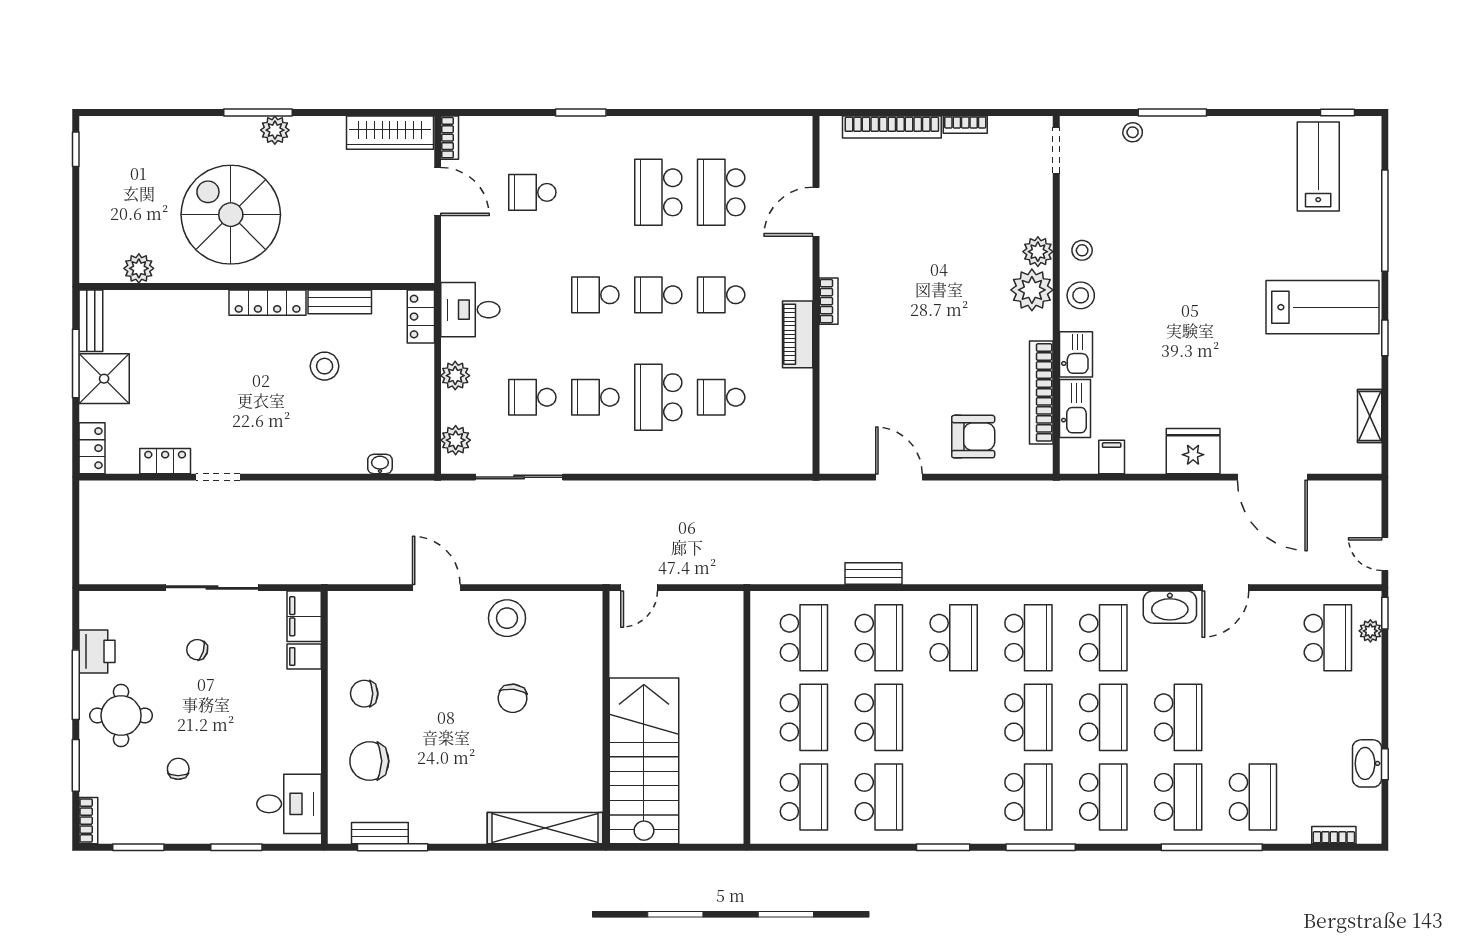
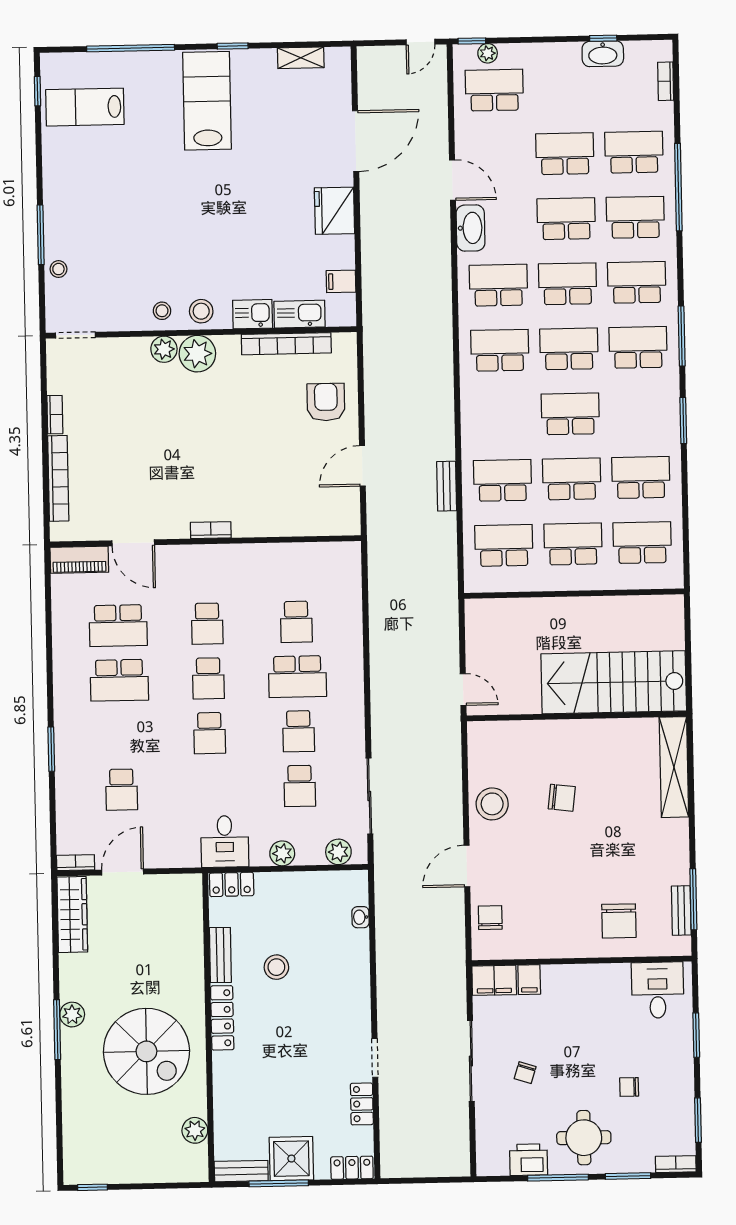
spiral stairs: (231, 215) -> (146, 1051), turned -90
piano: (798, 334) -> (79, 560), moved
school desk: (954, 638) -> (570, 414), moved
chair: (364, 694) -> (490, 918), moved, turned 180
school desk: (1253, 717) -> (565, 154), added

